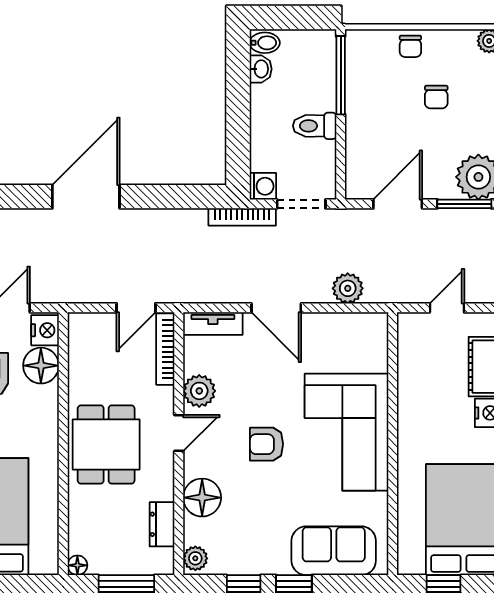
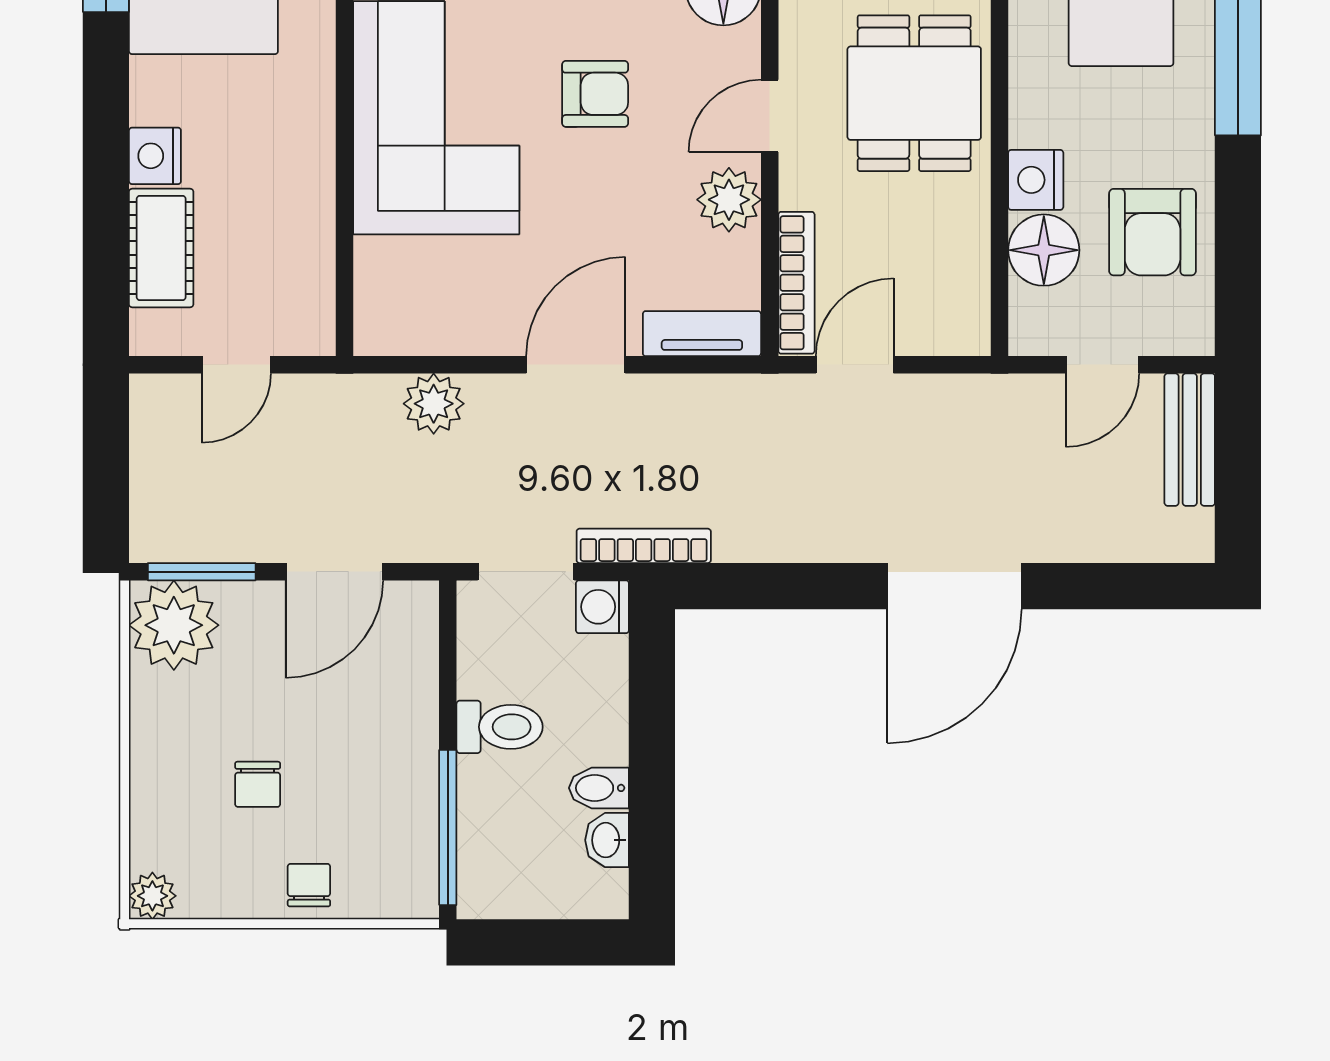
bidet: (265, 43) -> (599, 788), moved
chair: (436, 97) -> (258, 784), turned 180
door: (276, 308) -> (576, 365), hinge flipped
nightstand: (45, 330) -> (1036, 180), moved

